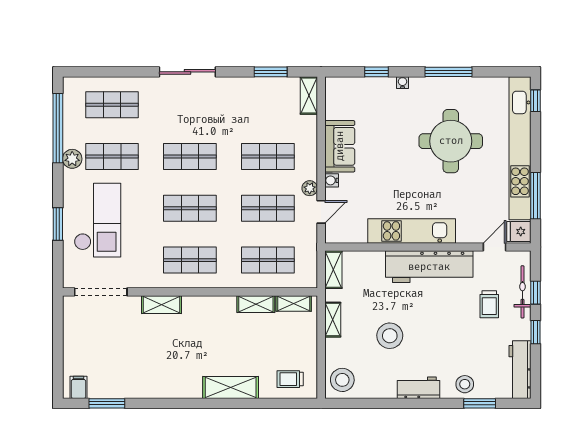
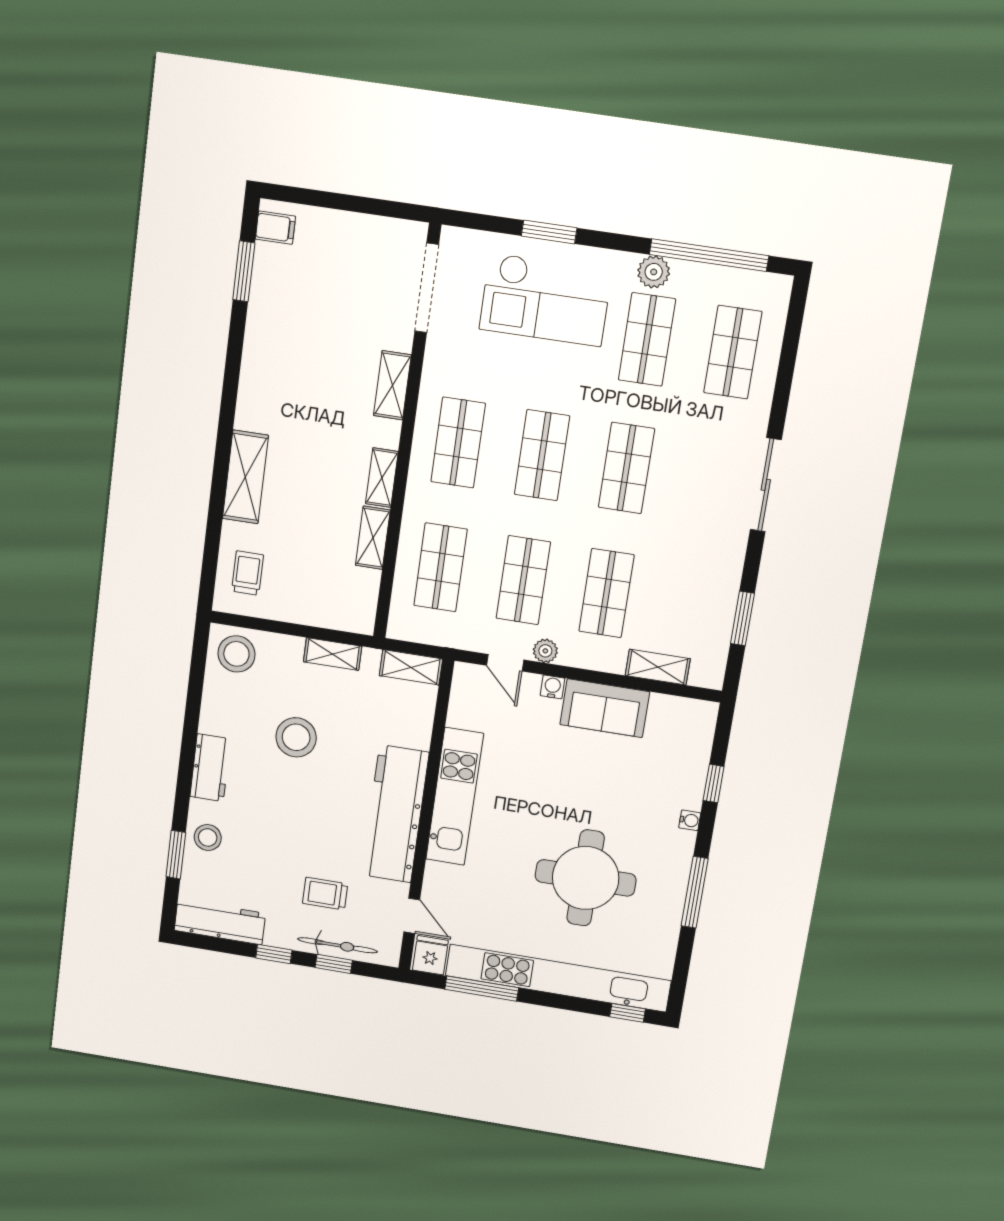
shelving: (309, 95) -> (658, 667), moved
shelving: (294, 304) -> (382, 478), moved

